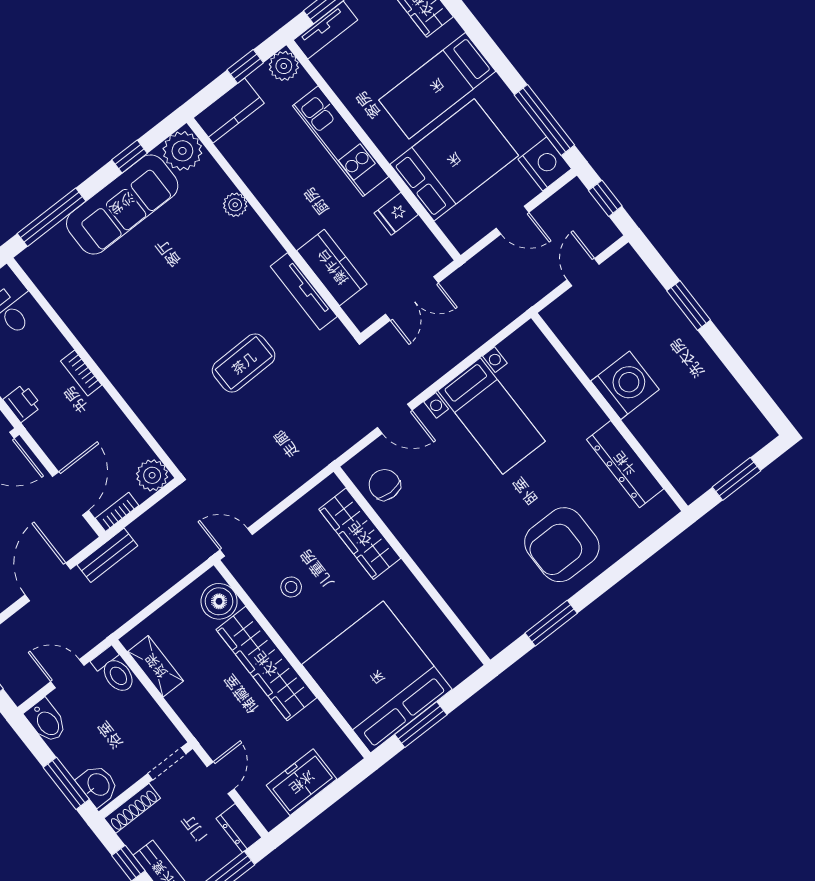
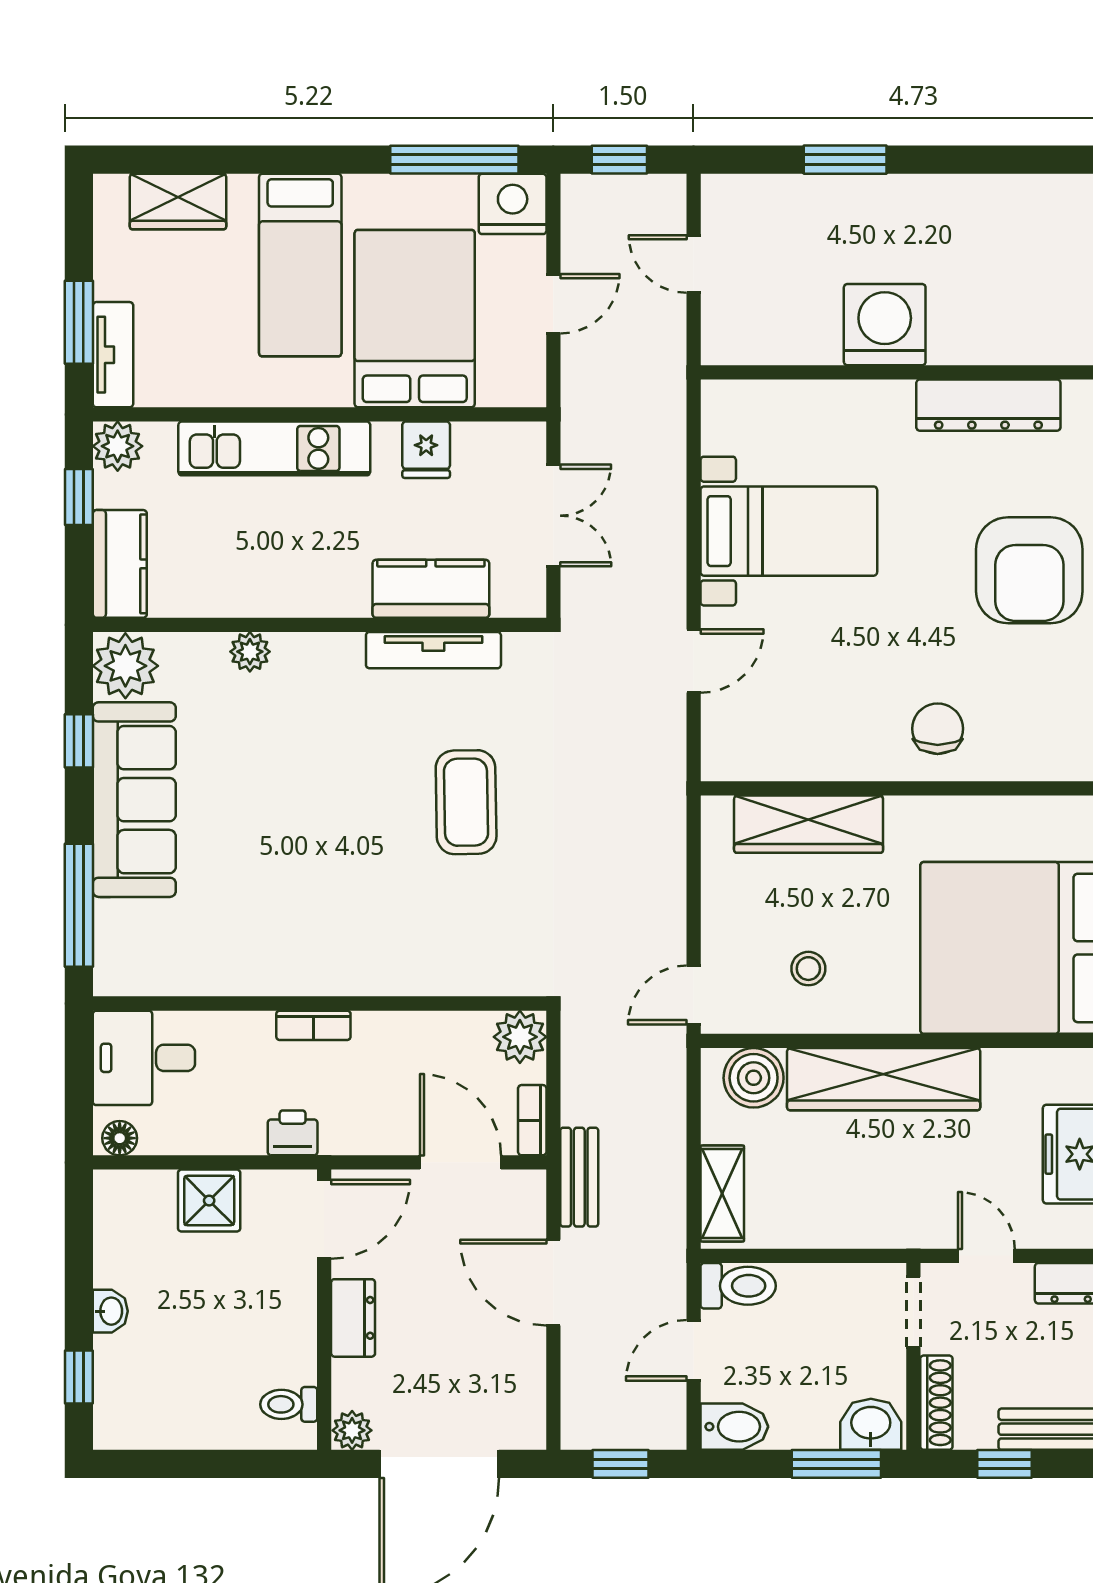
chair: (385, 485) -> (938, 729), moved, turned 90
shelving: (156, 666) -> (722, 1194), moved, turned 90

